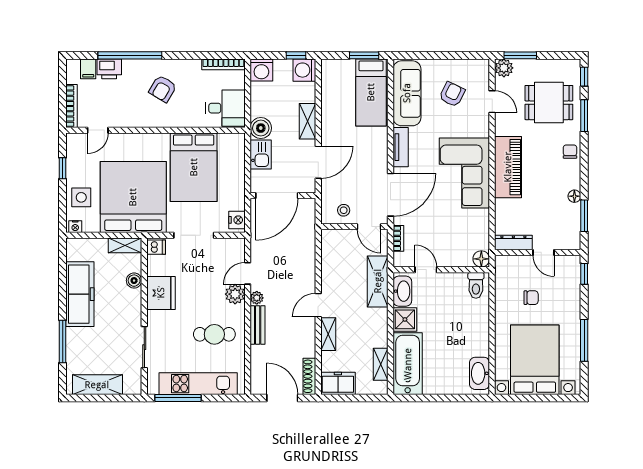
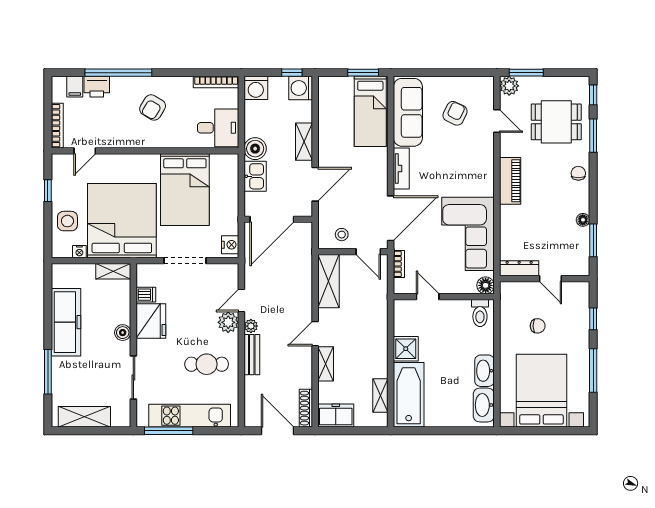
piano: (508, 167) -> (510, 181), width x0.73, depth x0.75
corner sofa: (464, 173) -> (468, 234), moved
nightstand: (75, 227) -> (79, 252), moved
dishwasher: (156, 247) -> (146, 295), moved
window: (584, 274) -> (593, 319), moved
boiler: (134, 281) -> (123, 333), moved
shelving: (378, 281) -> (329, 281), moved
washbasin: (402, 291) -> (484, 371), moved, turned 180

